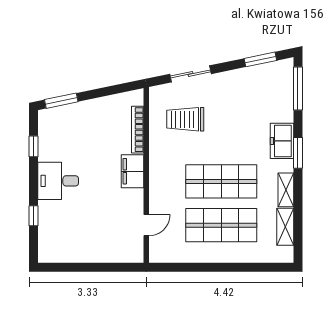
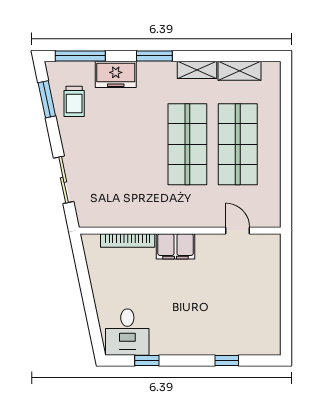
window: (61, 101) -> (94, 328), removed
trolley: (185, 119) -> (74, 101), moved, width x0.73, depth x0.72
freezer: (282, 141) -> (116, 74), moved
desk: (58, 181) -> (127, 332), moved

